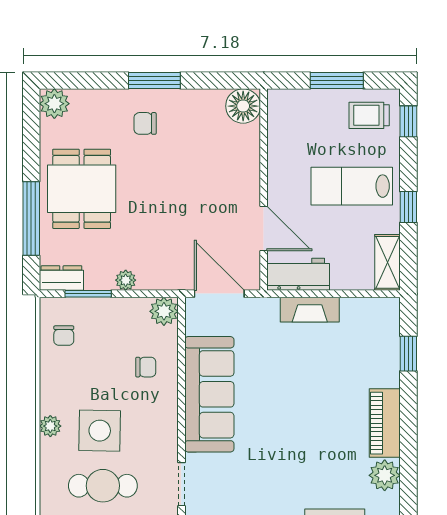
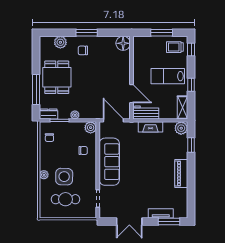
plant: (54, 104) -> (60, 42), moved
plant: (385, 475) -> (181, 128), moved

